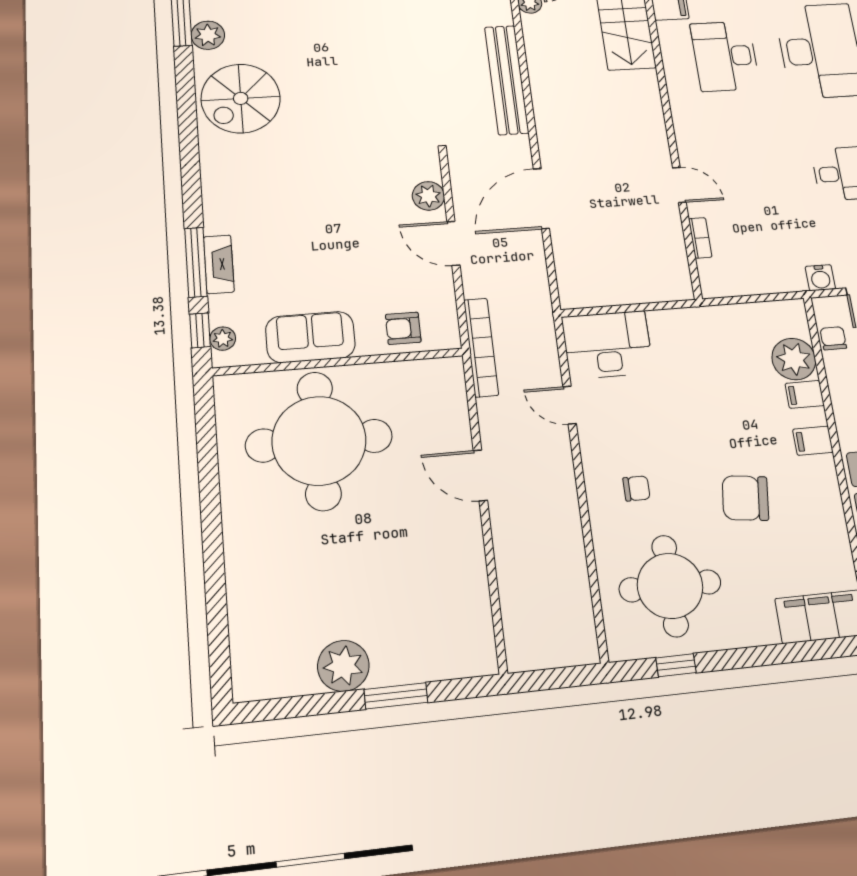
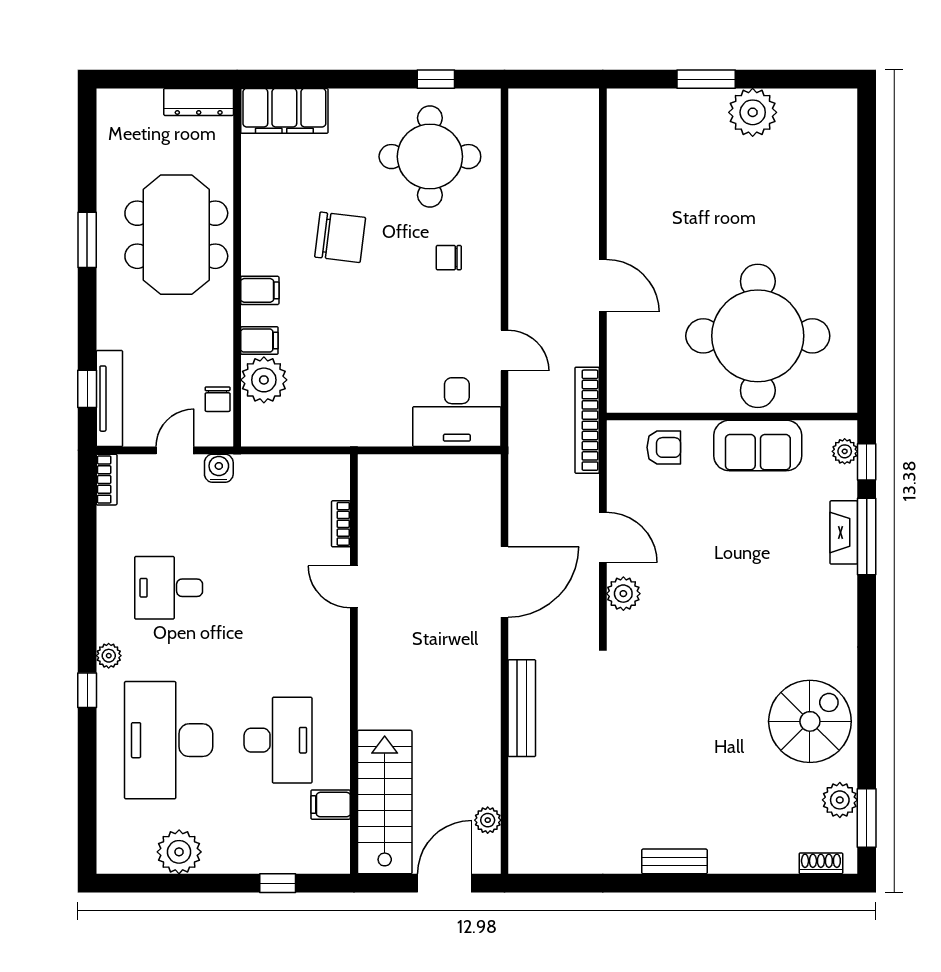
bench: (507, 80) -> (522, 708), width x0.73, depth x0.82

